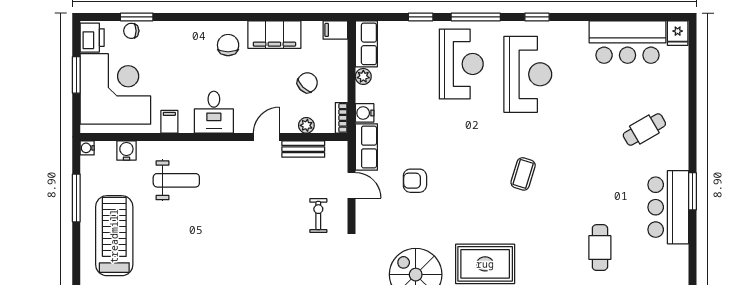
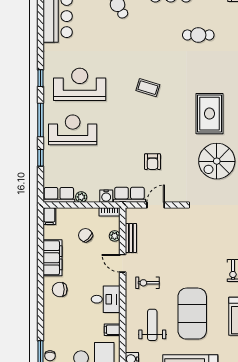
exercise bike: (318, 216) -> (148, 283), moved
exercise mat: (193, 239) -> (192, 314), added

